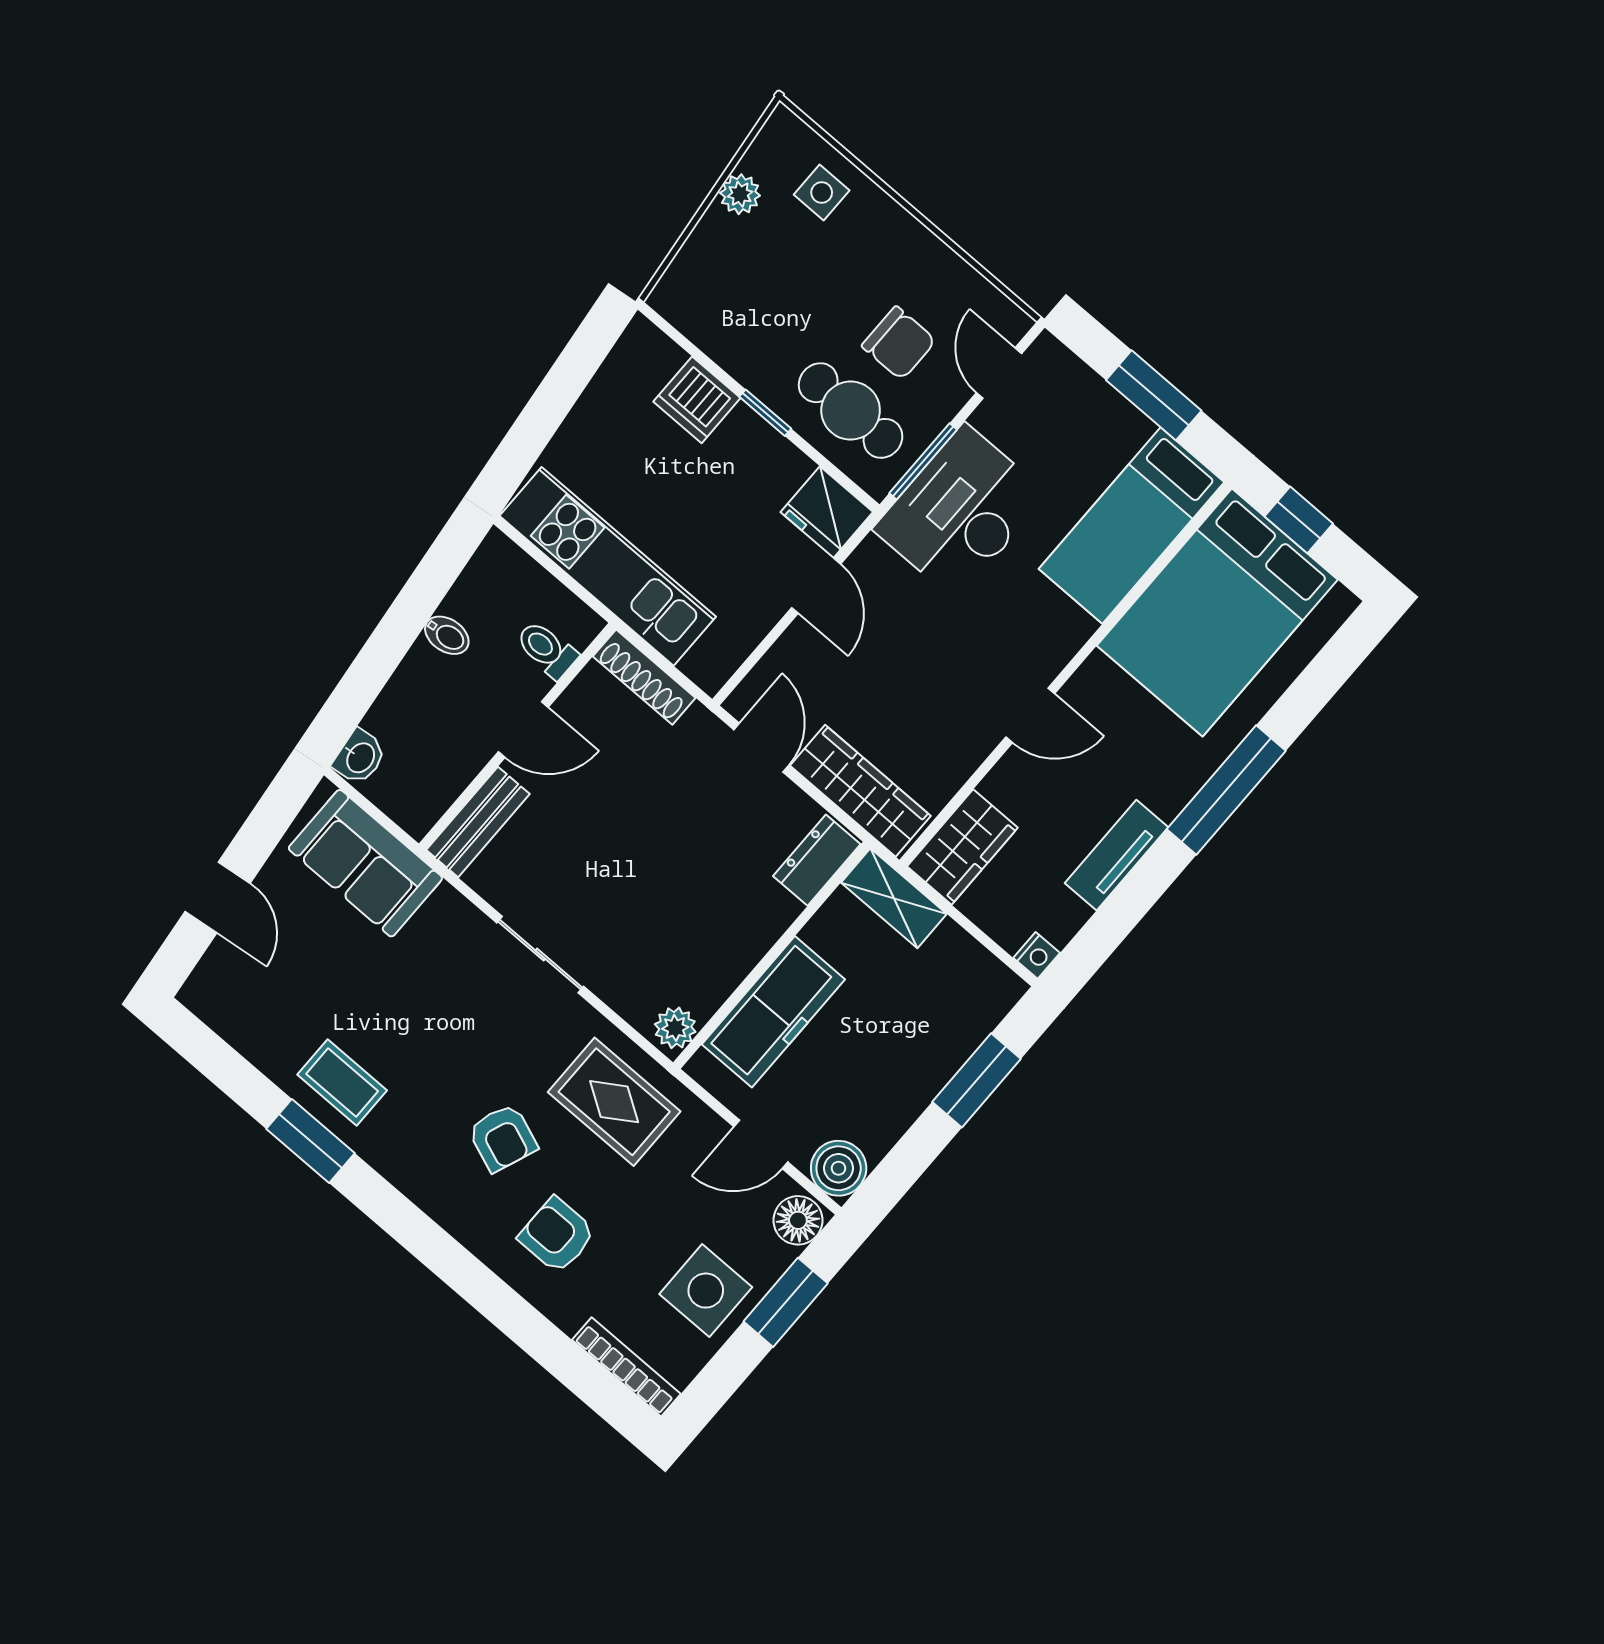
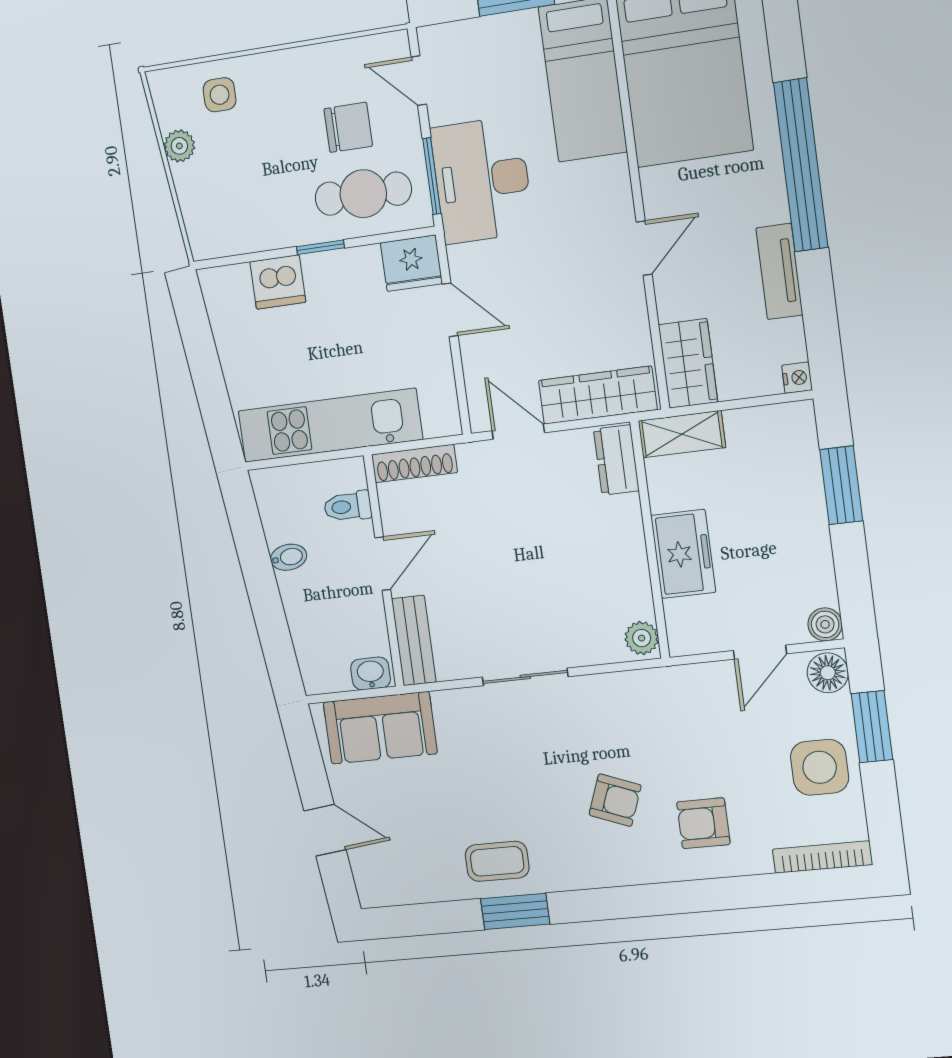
washbasin: (360, 757) -> (371, 673), moved, turned -83
window: (1226, 790) -> (801, 165), width x1.46
freezer: (773, 1012) -> (683, 554), width x0.71
rug: (614, 1102) -> (653, 715), removed
boiler: (839, 1168) -> (825, 624), width x0.73, depth x0.73

